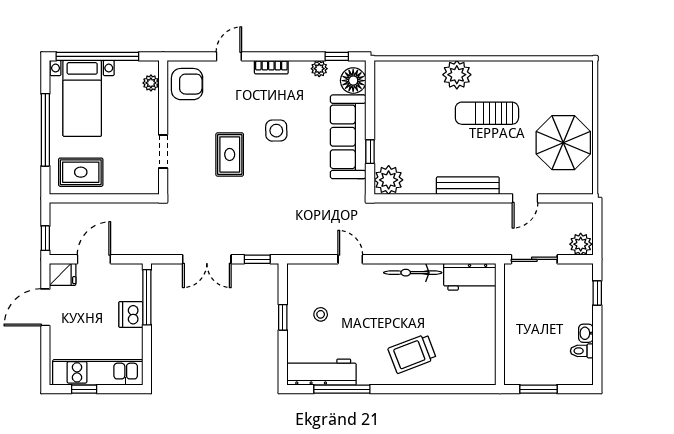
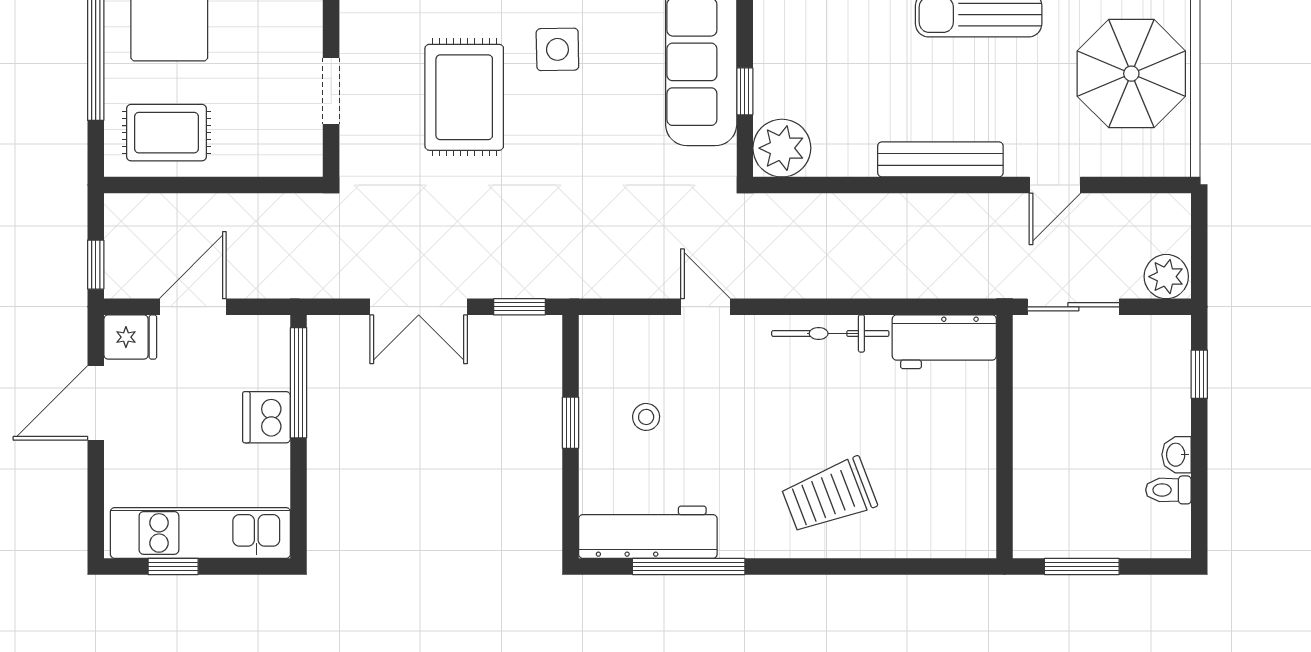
rug: (230, 154) -> (464, 97), width x1.36, depth x1.43

